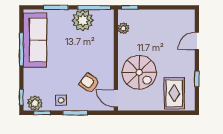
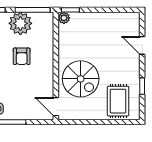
plant: (123, 28) -> (64, 18), moved
door: (197, 41) -> (142, 45), hinge flipped
armchair: (89, 83) -> (22, 56), moved, turned -125

